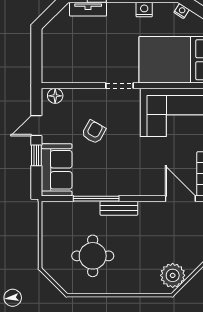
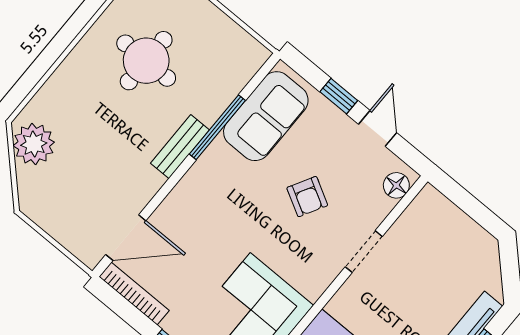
doorway: (120, 86) -> (364, 252), moved
sofa: (57, 170) -> (266, 116), moved, turned -90

